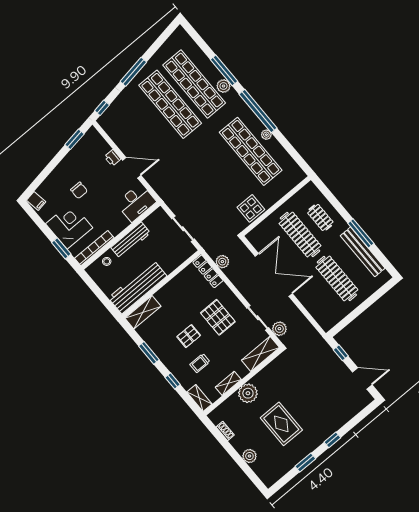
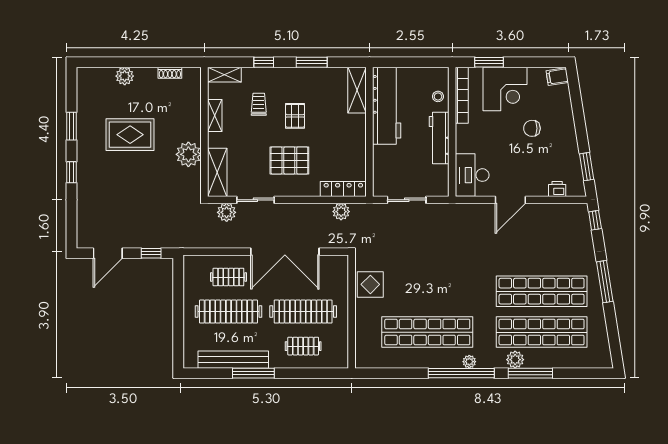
plant: (266, 135) -> (469, 362), moved
printer: (113, 158) -> (557, 189), moved
clothes rail: (317, 296) -> (228, 277), added
plant: (248, 393) -> (188, 154), moved

